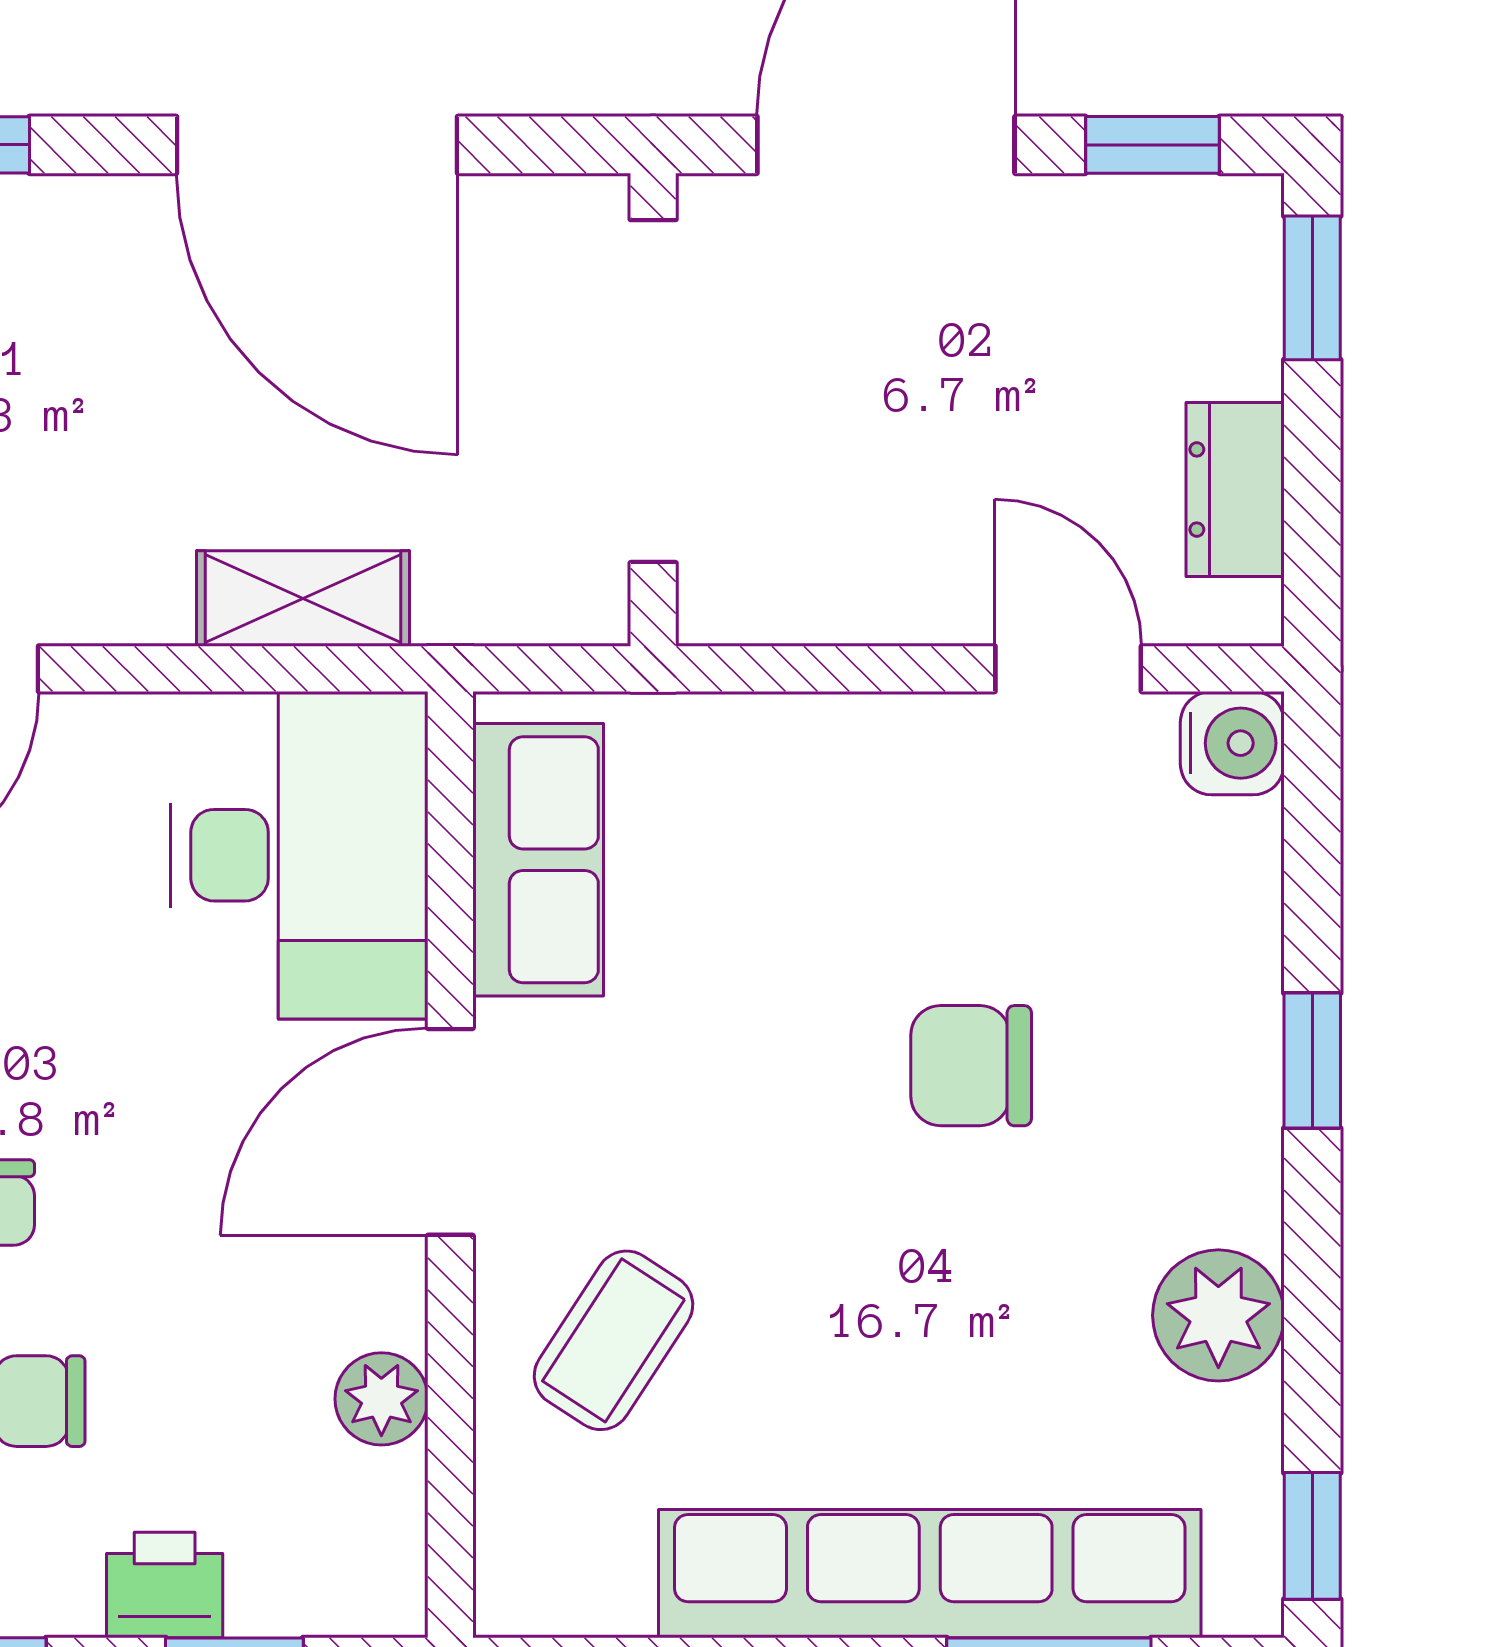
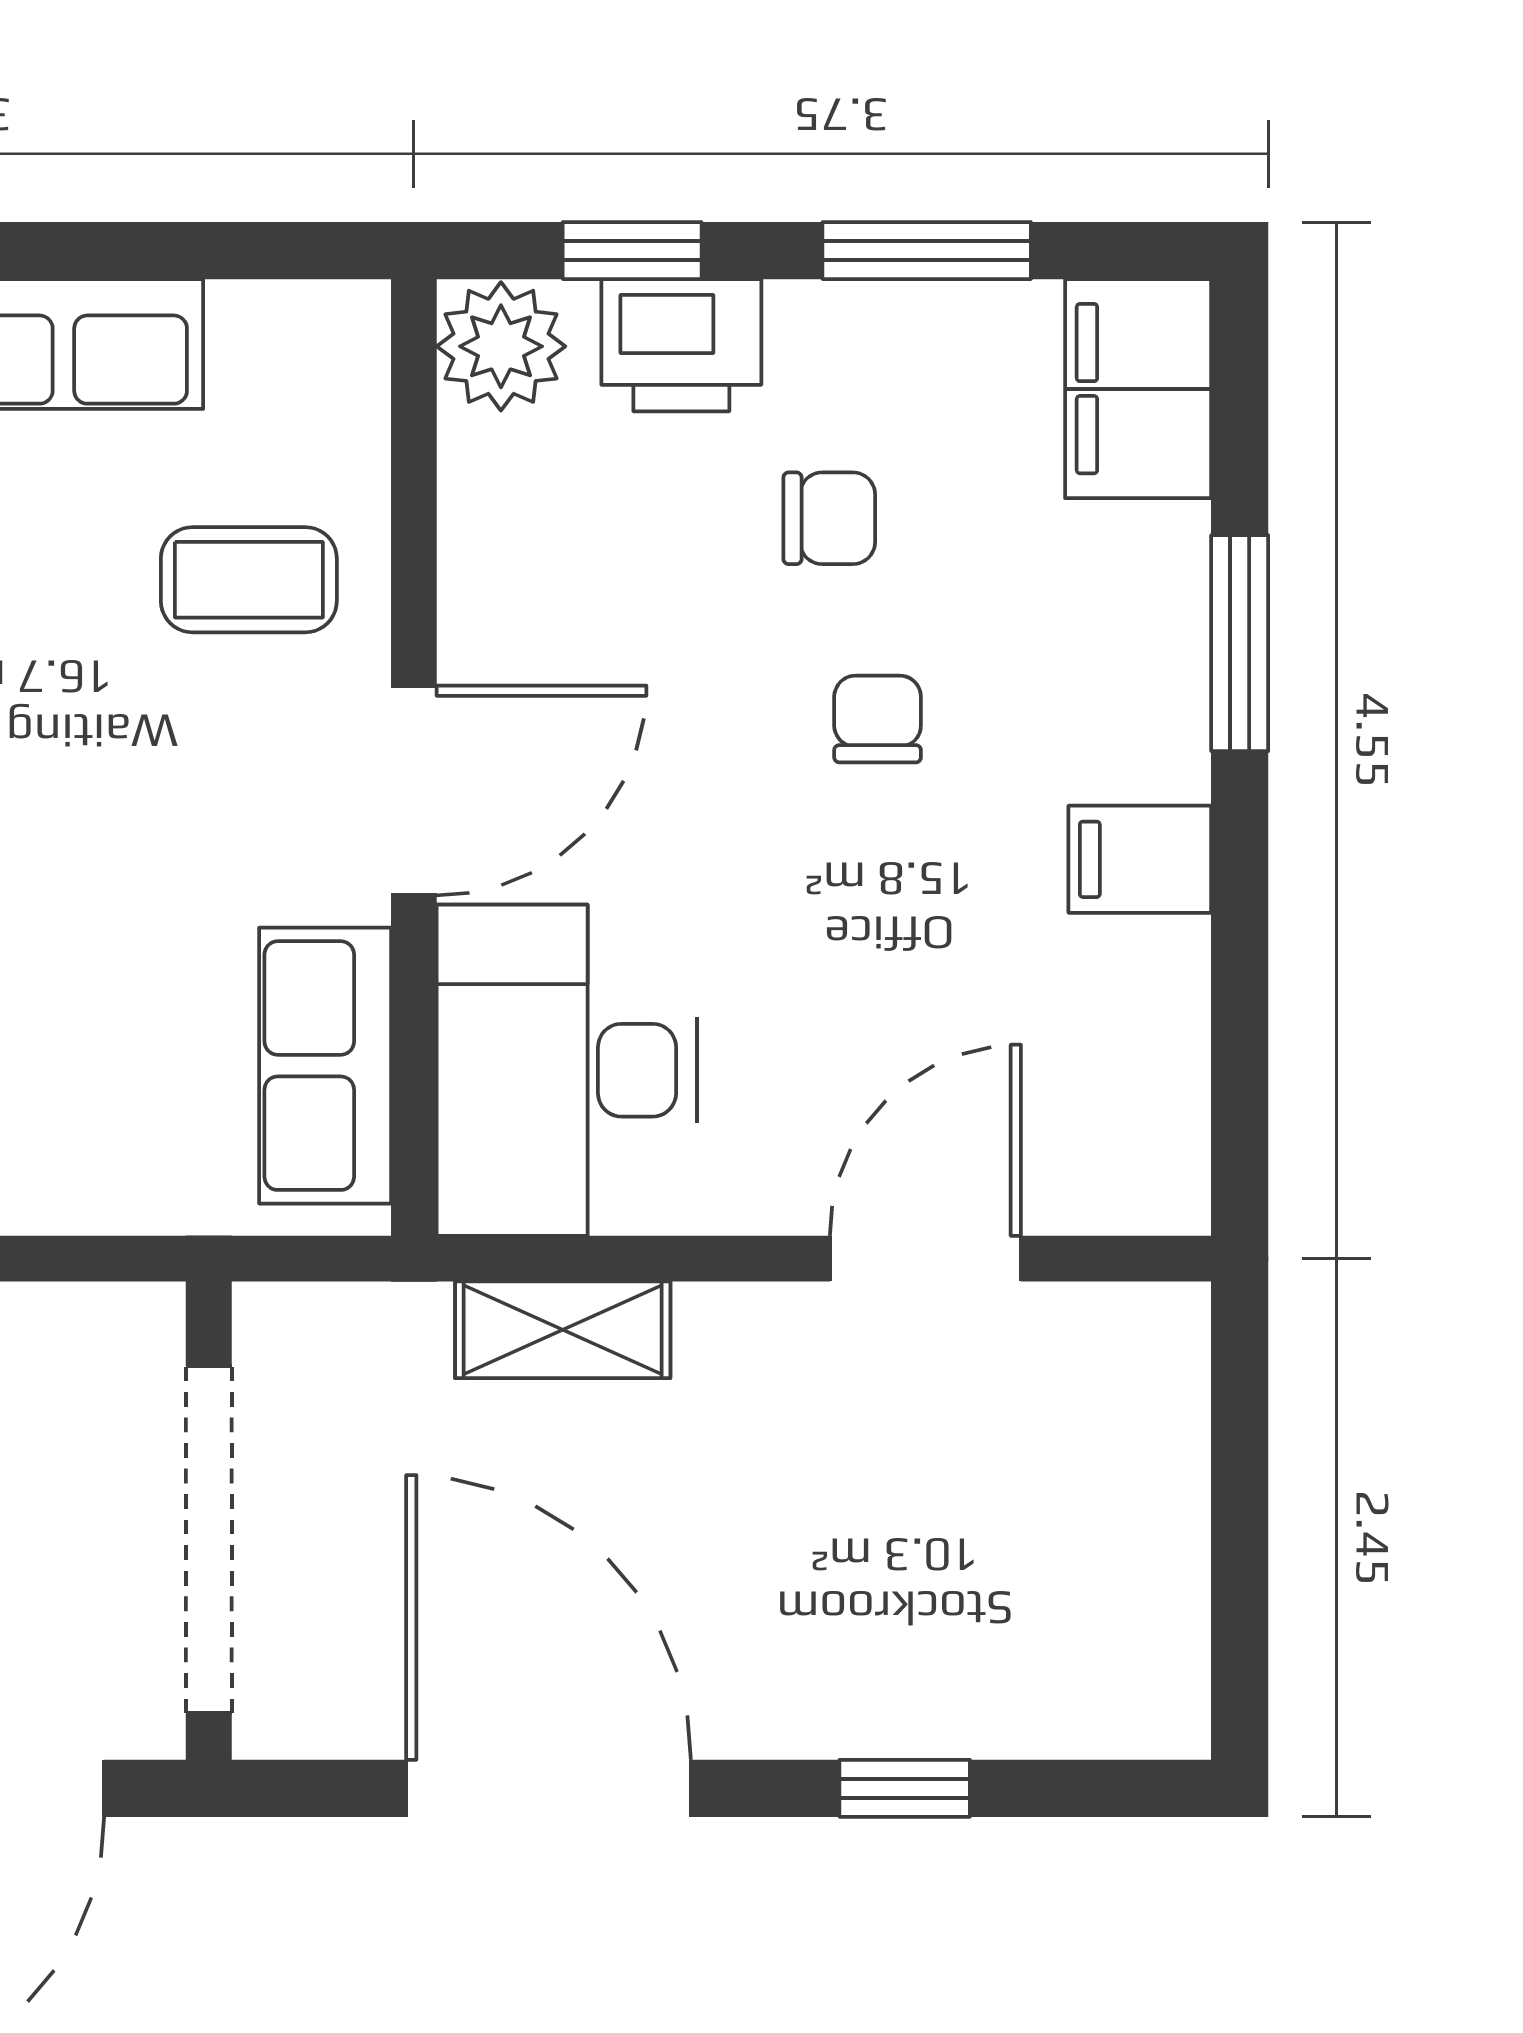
coffee table: (614, 1340) -> (249, 580), turned 57
plant: (381, 1399) -> (501, 346), moved, width x1.38, depth x1.38
printer: (165, 1585) -> (681, 345), width x1.36, depth x1.24

